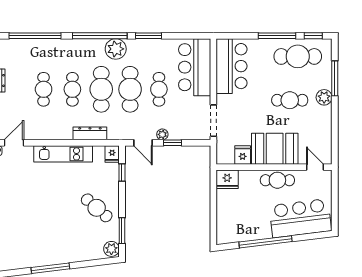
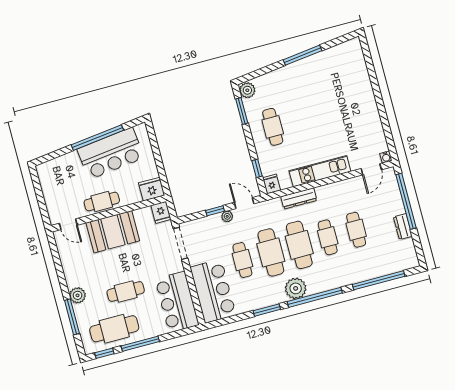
cafe table: (290, 100) -> (126, 291), moved
fridge: (243, 155) -> (161, 212), moved
cafe table: (97, 208) -> (273, 127), turned 49
bar counter: (300, 218) -> (111, 153), moved

